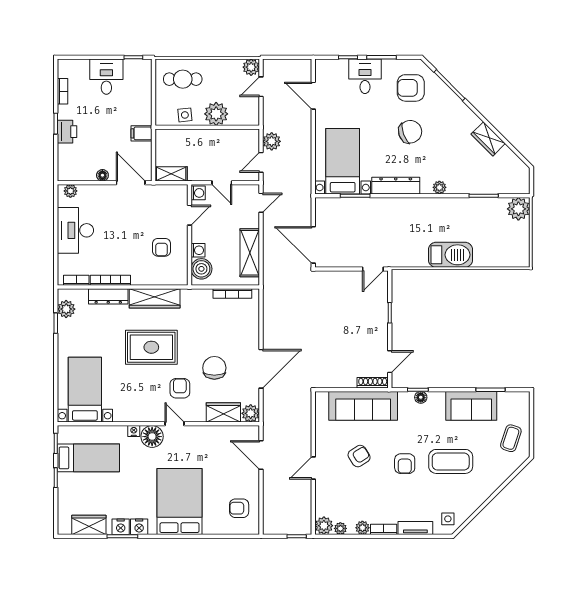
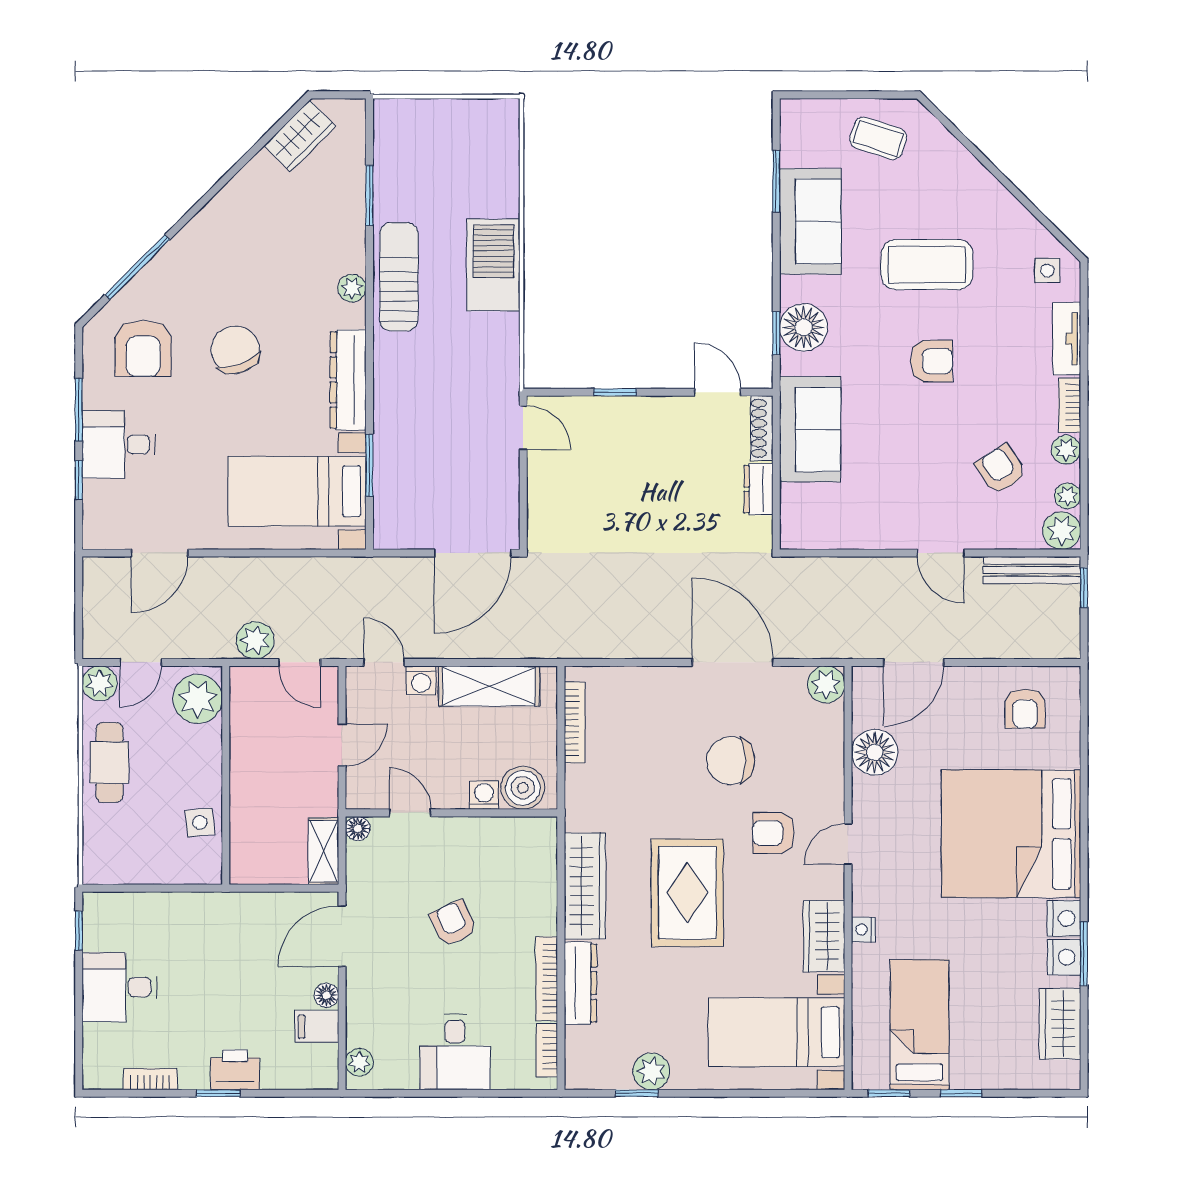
cafe table: (183, 79) -> (109, 763), moved
door: (261, 87) -> (141, 662), hinge flipped
plant: (216, 114) -> (198, 699), moved
filing cabinet: (142, 133) -> (317, 1027), moved, turned 90
wardrobe: (488, 139) -> (300, 136), moved
floor lamp: (182, 190) -> (358, 829), added
washing machine: (198, 193) -> (421, 681), moved, turned 180
plant: (518, 209) -> (397, 122), removed
sun lounger: (445, 210) -> (399, 277), added
desk: (75, 230) -> (455, 1052), width x0.73
armchair: (161, 247) -> (453, 923), moved, turned -115
plant: (66, 309) -> (651, 1071), moved
dresser: (344, 381) -> (758, 489), added
floor lamp: (421, 397) -> (804, 327), width x1.89, depth x1.89
sofa: (363, 406) -> (810, 429), width x0.73
wardrobe: (223, 412) -> (824, 936), moved
floor lamp: (152, 437) -> (875, 752), moved
armchair: (359, 456) -> (1001, 469), moved
coffee table: (451, 461) -> (927, 265), turned 90
bed: (179, 502) -> (1011, 834), width x1.36
bench: (305, 511) -> (1032, 570), added

